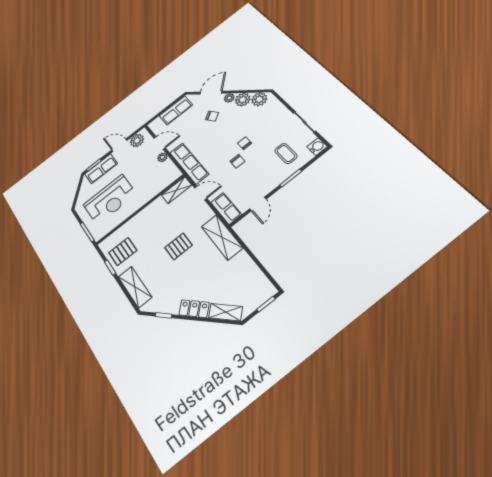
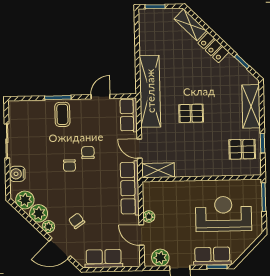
water cooler: (317, 147) -> (17, 174), moved
coffee table: (286, 153) -> (62, 114), moved
shelving: (222, 237) -> (150, 91), width x1.47

